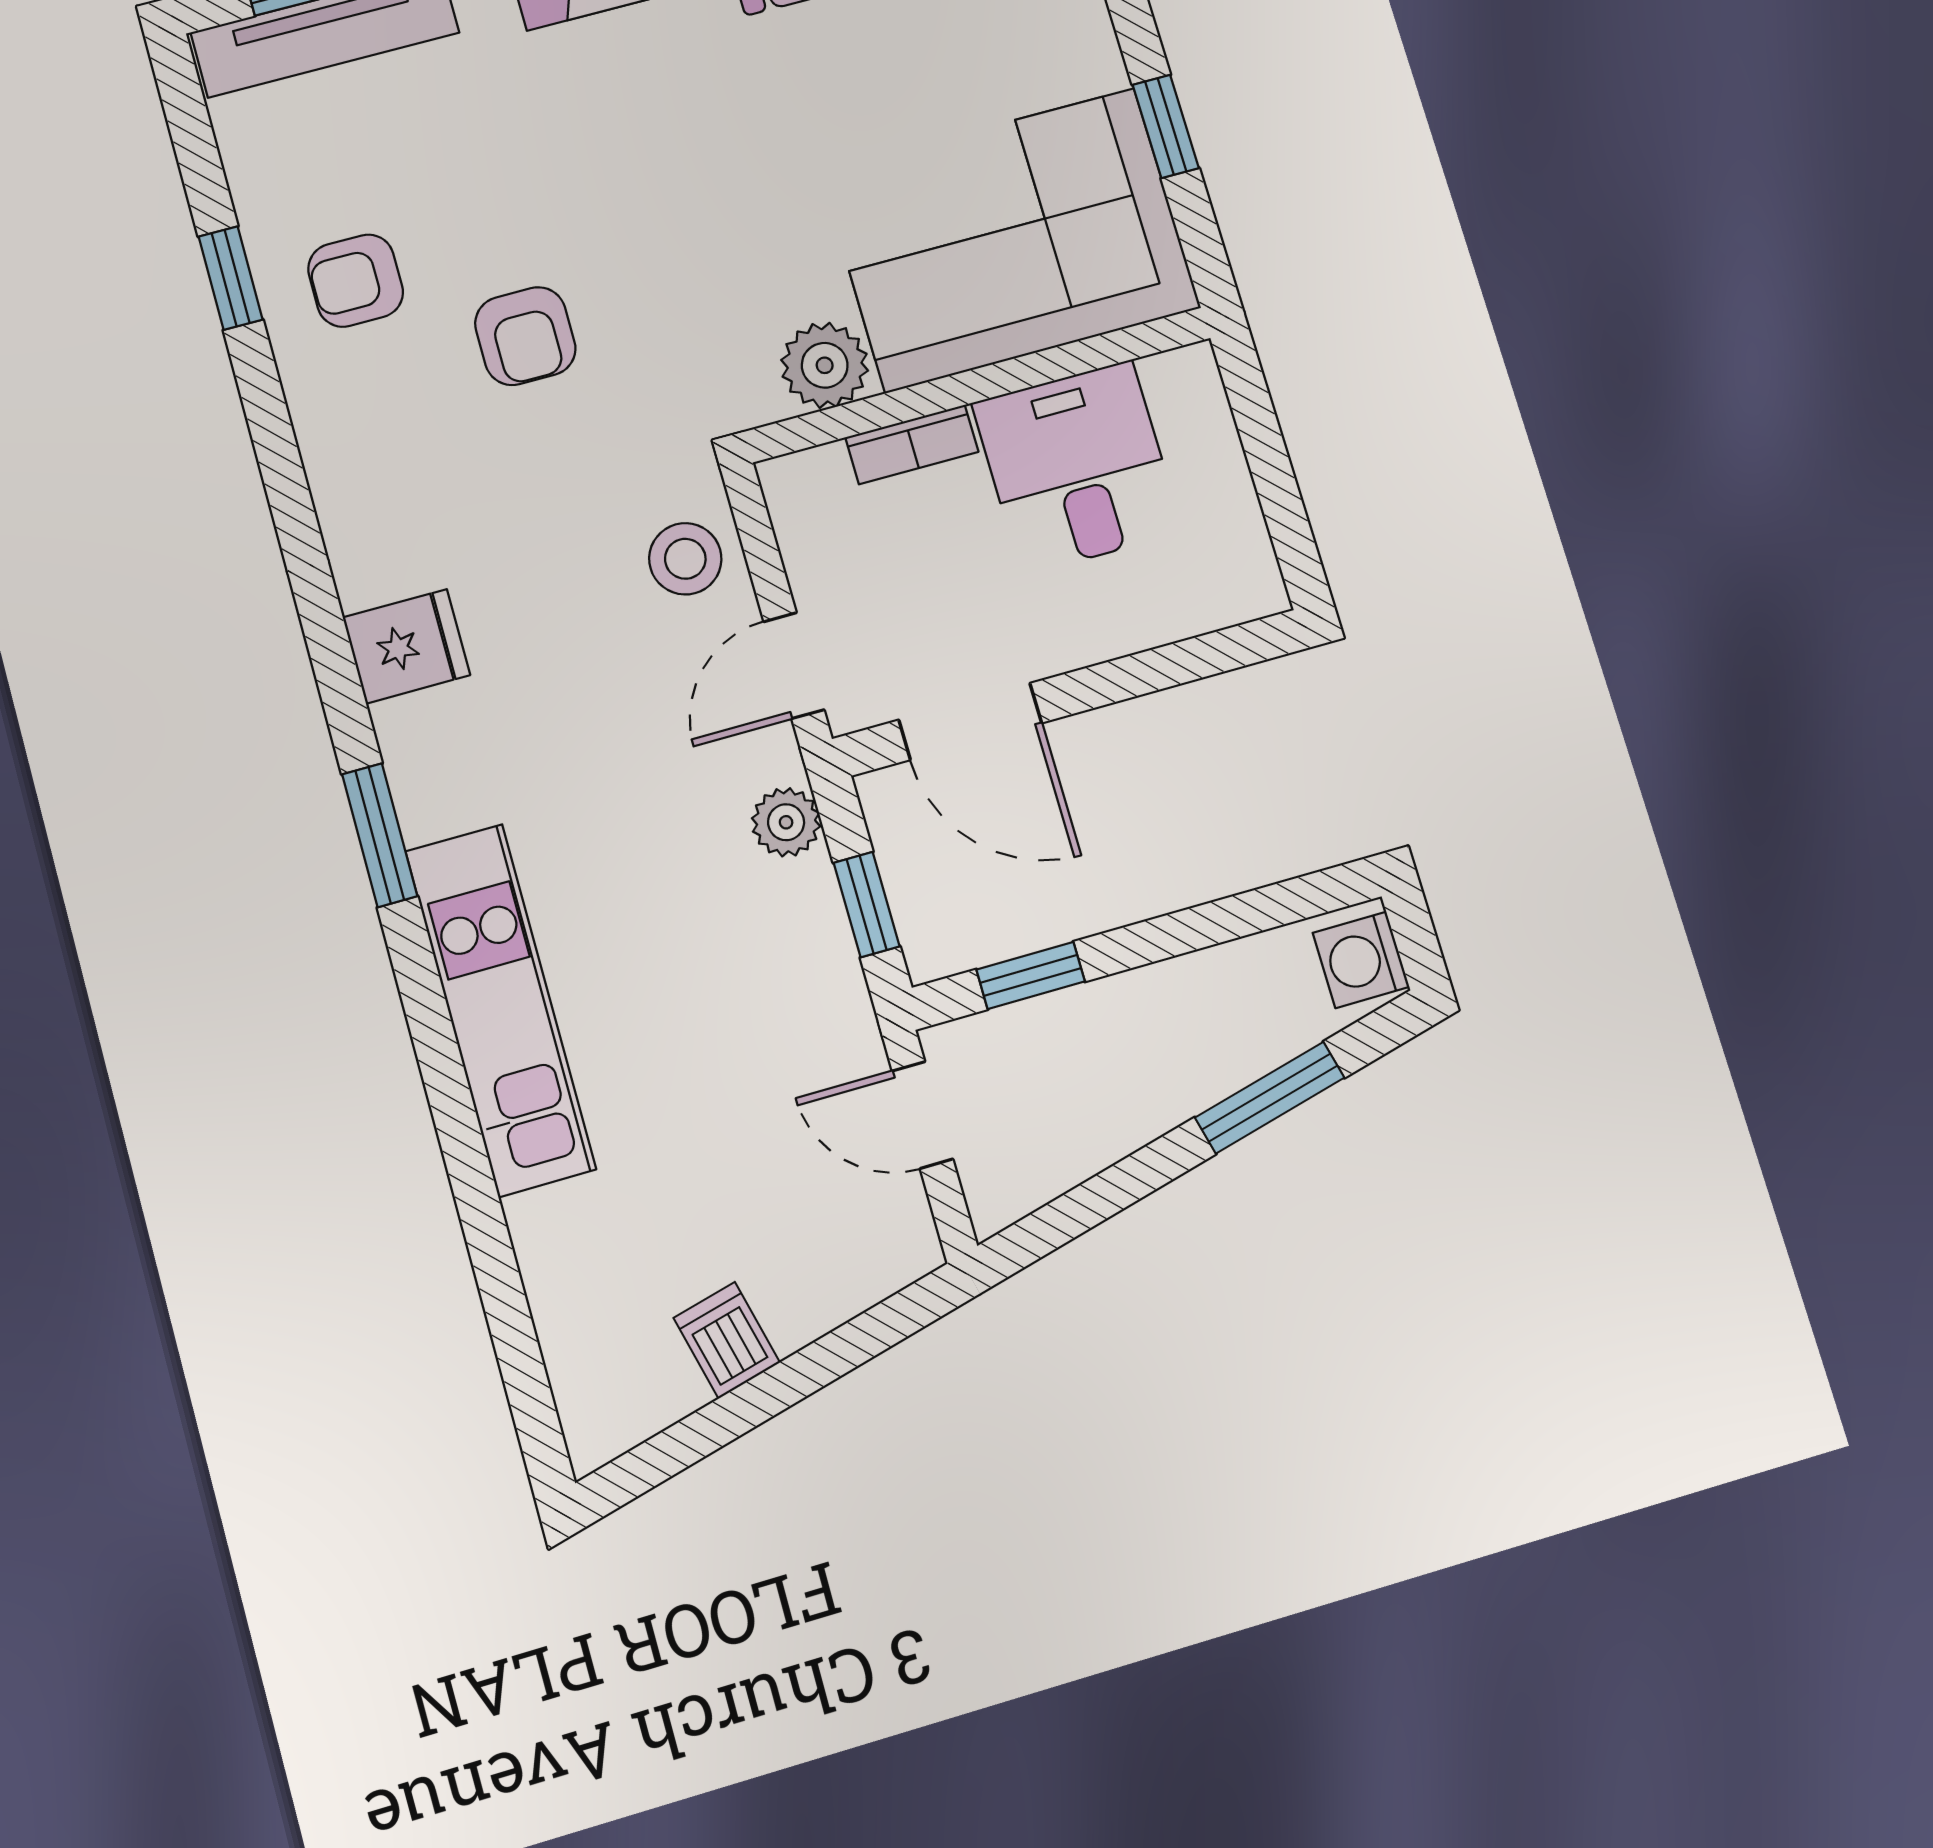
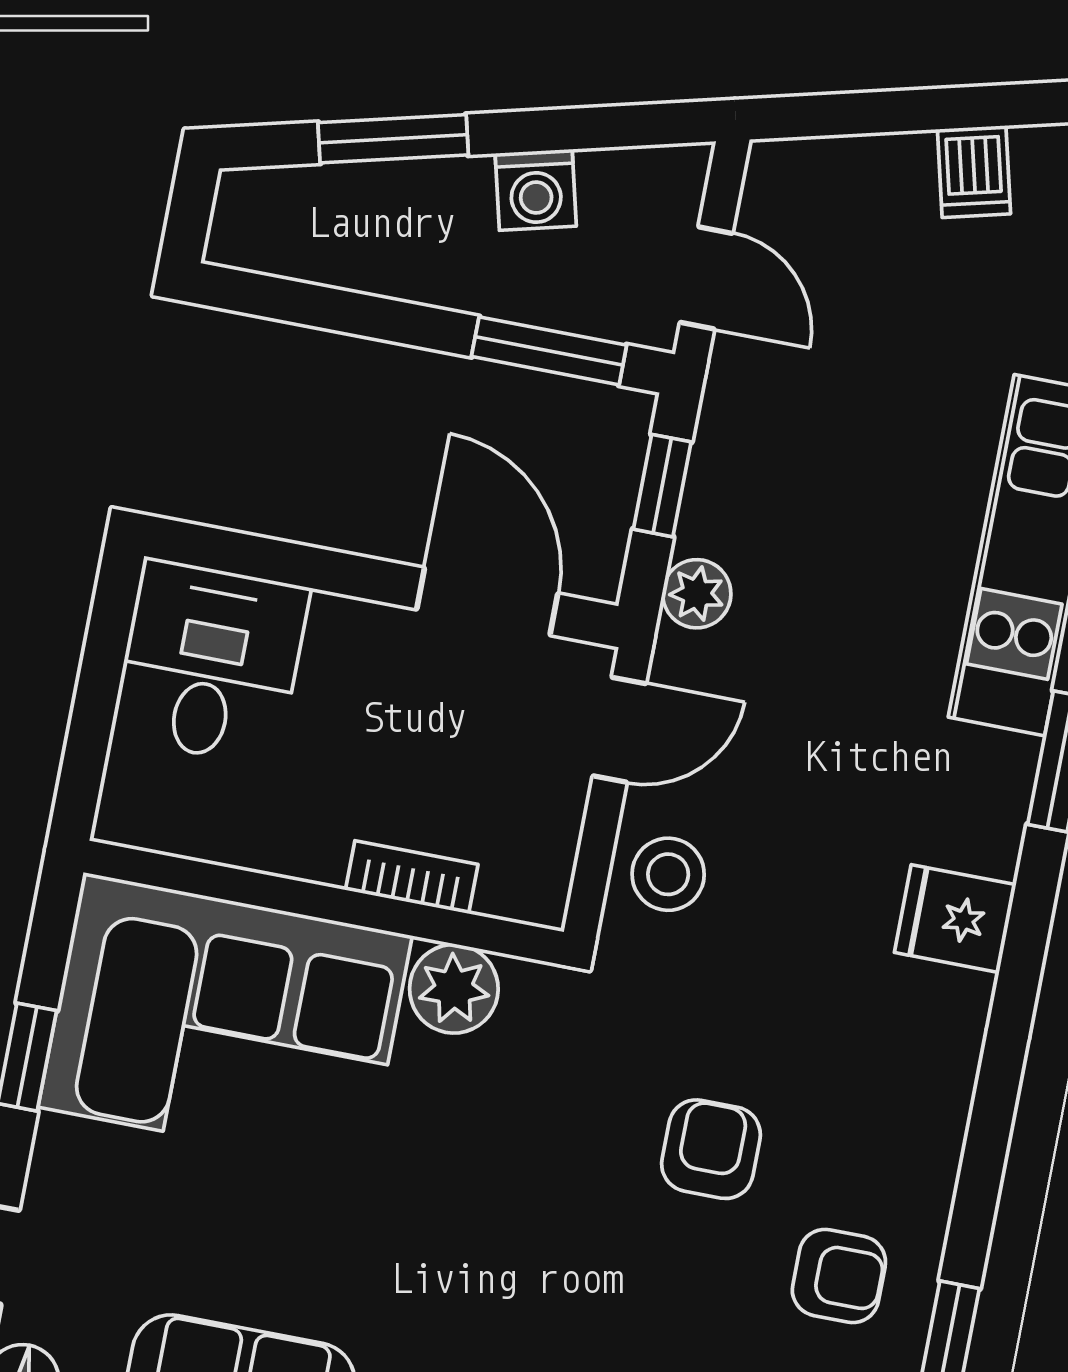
desk: (1077, 467) -> (210, 662), moved, turned 180
washing machine: (1361, 960) -> (536, 190), moved, turned 76
window: (1031, 975) -> (549, 351), width x1.50

